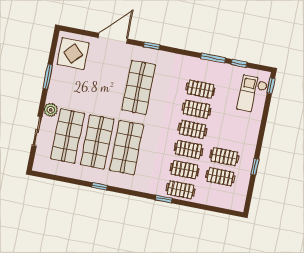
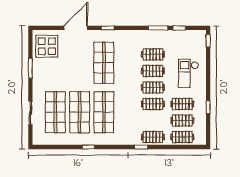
checkout: (252, 94) -> (188, 73), moved
plant: (51, 110) -> (38, 94), removed
clothes rail: (184, 170) -> (182, 137), moved

